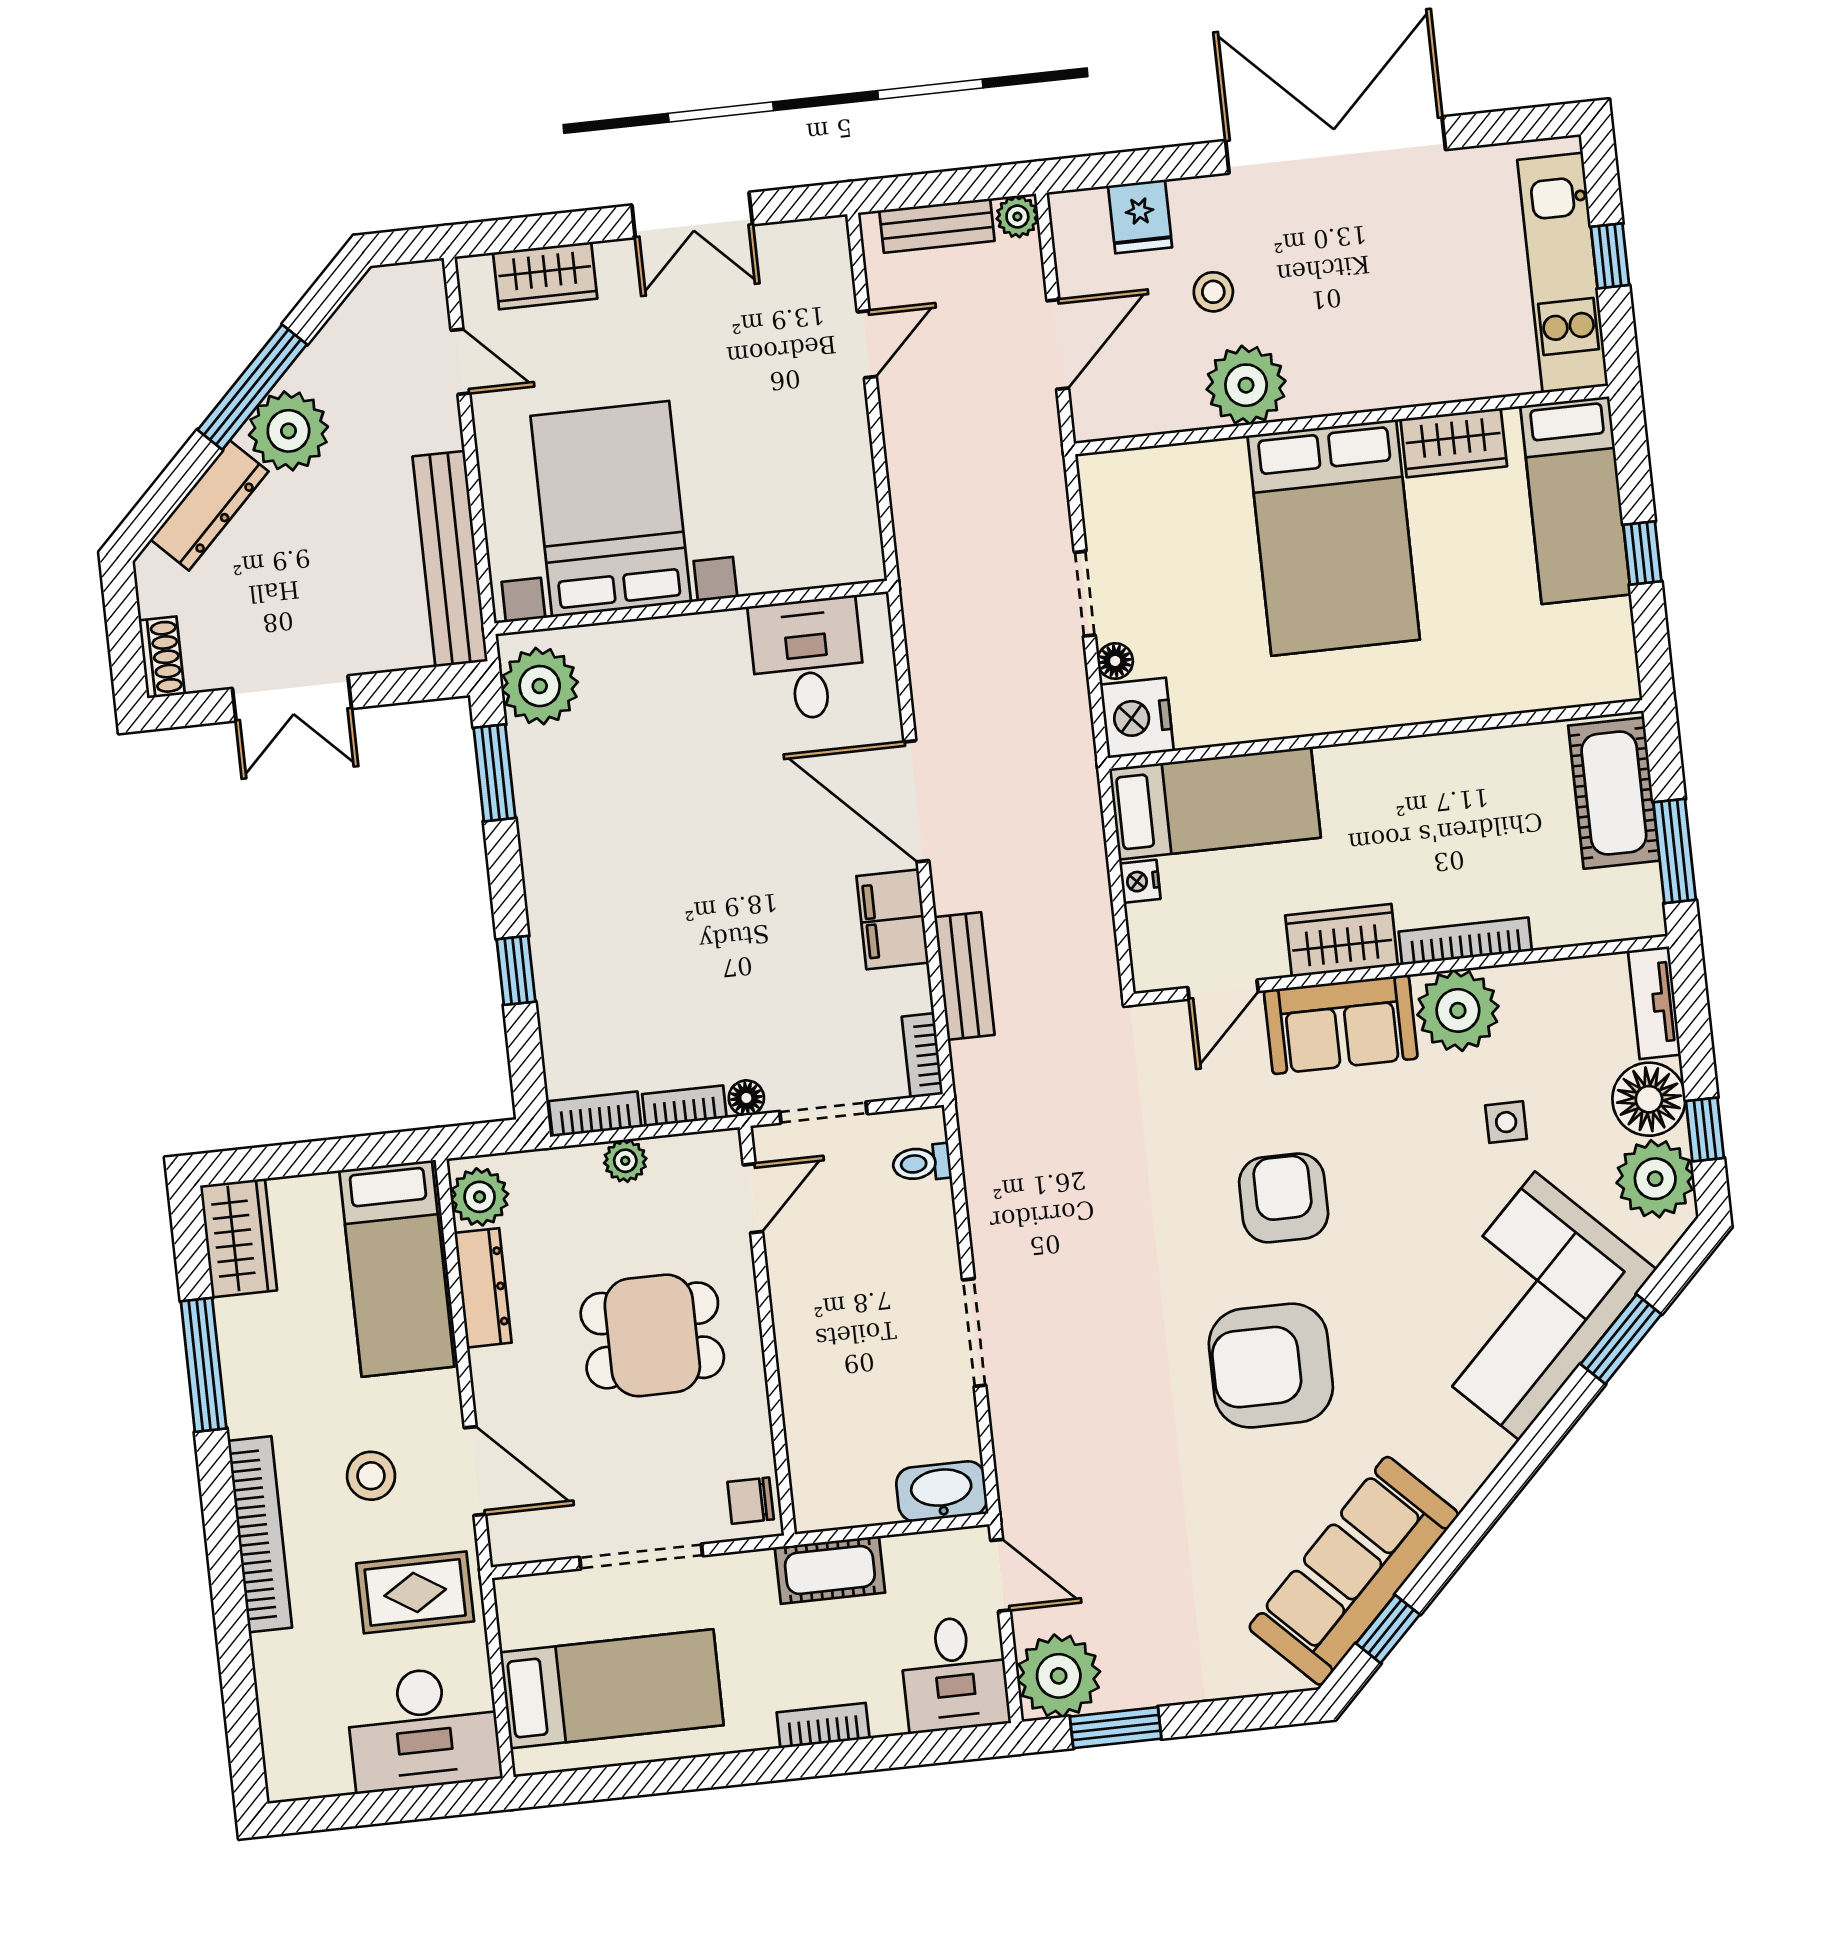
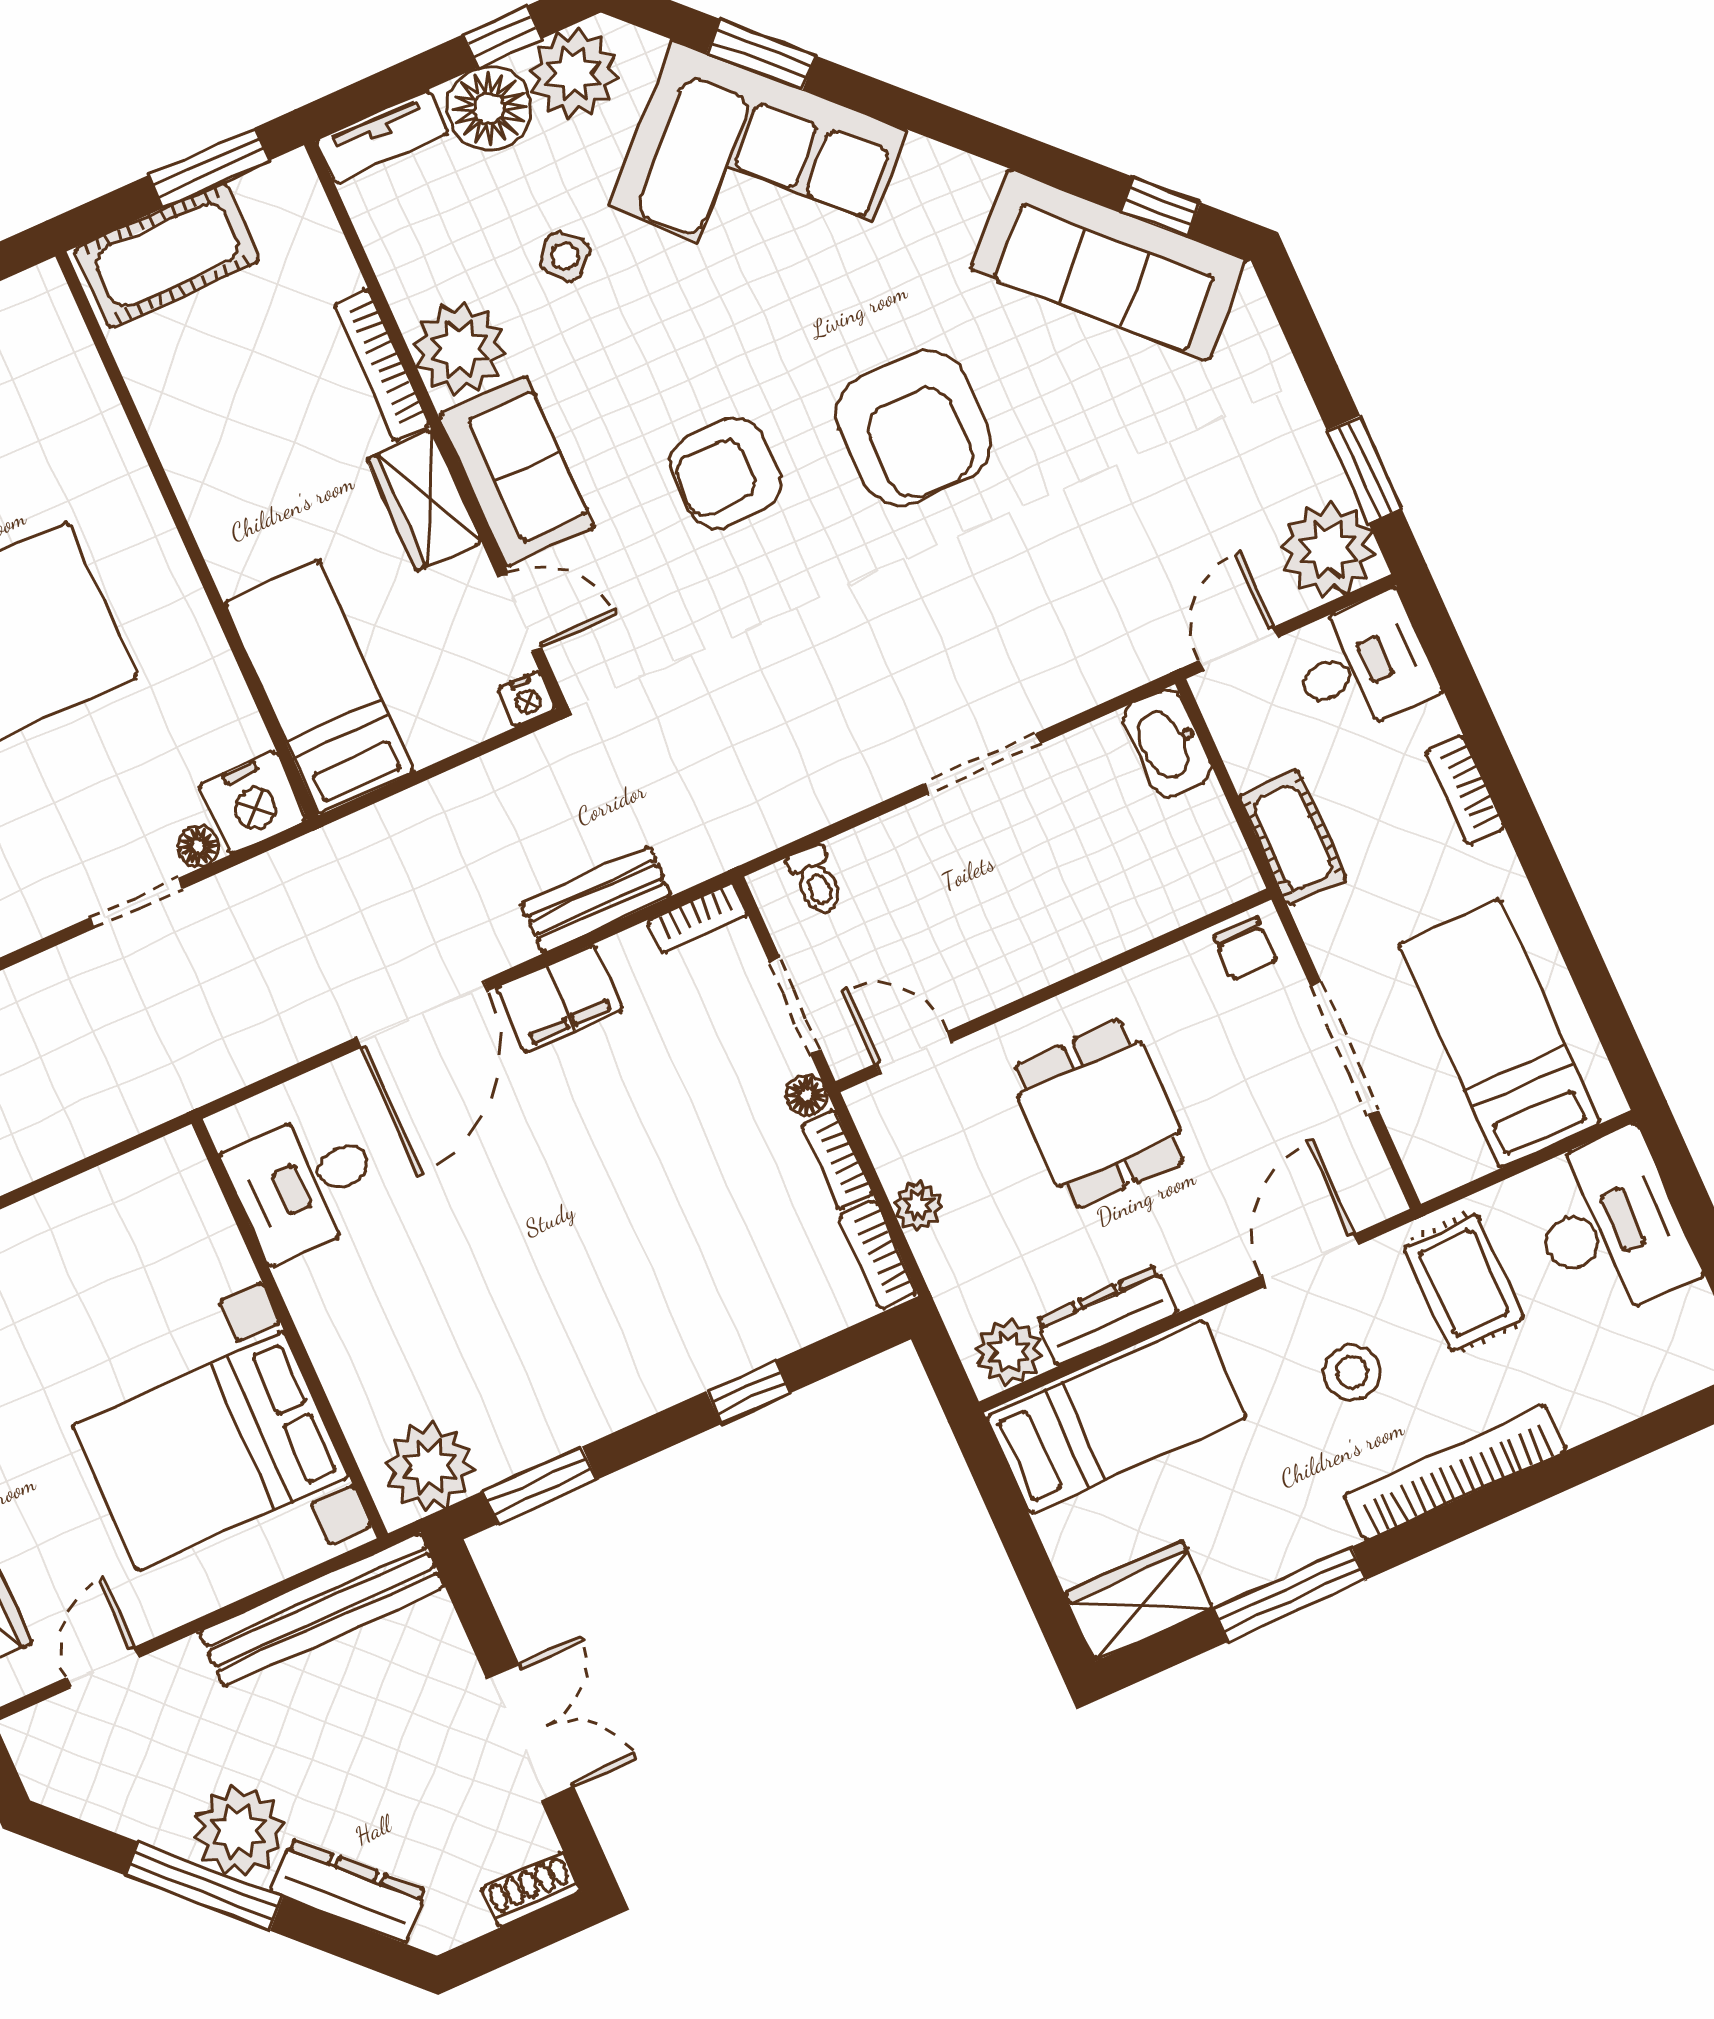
nightstand: (1140, 881) -> (527, 699), moved
side table: (1506, 1122) -> (565, 256), turned 45

